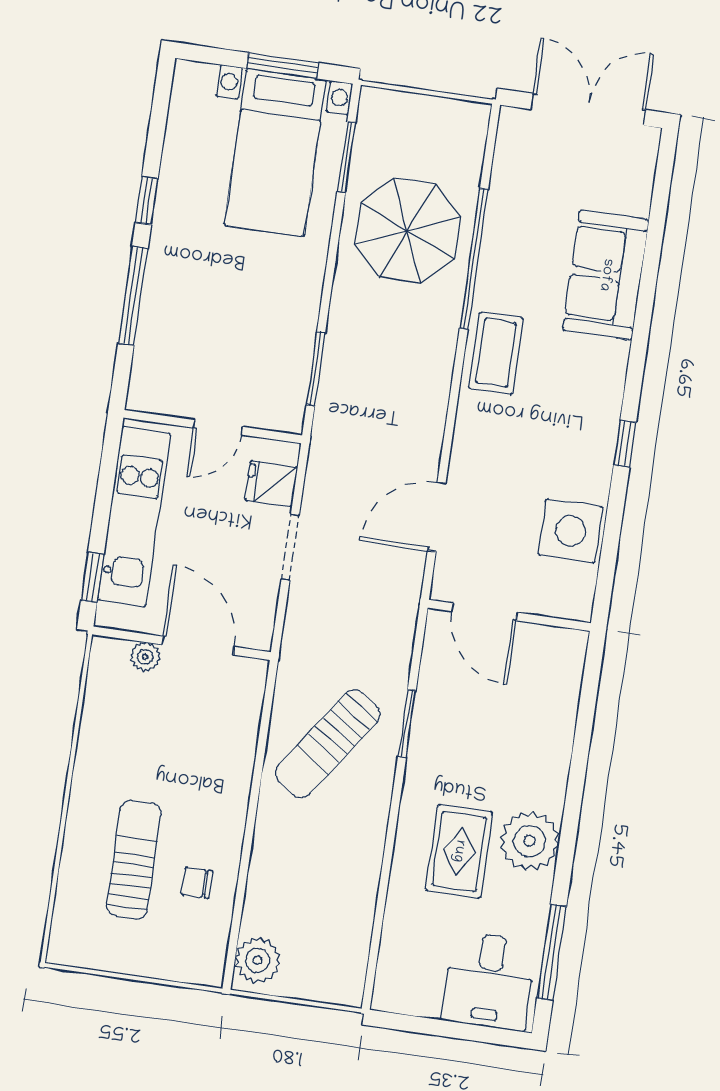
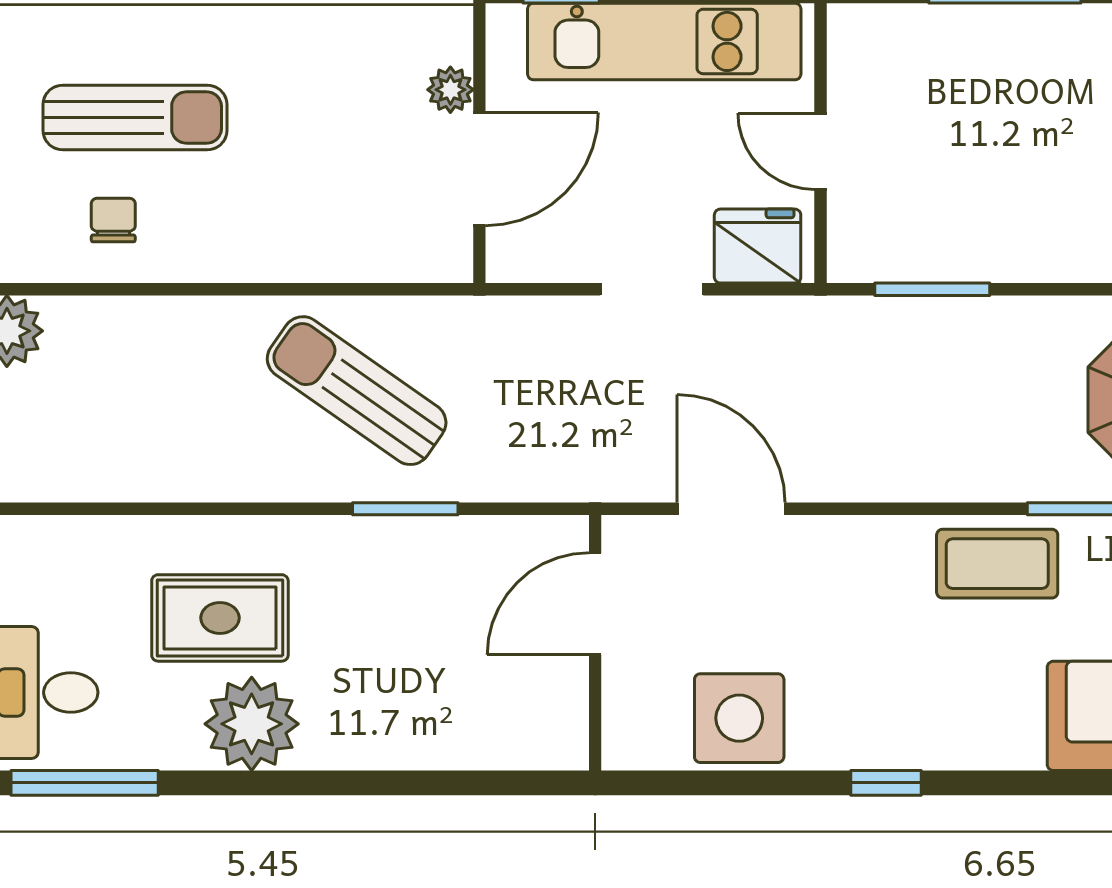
fridge: (271, 484) -> (758, 246), width x1.38

